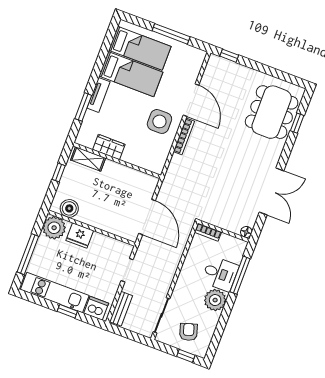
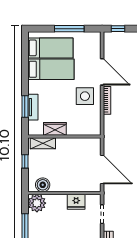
tv unit: (99, 95) -> (33, 107), moved
fridge: (80, 235) -> (76, 202), moved

